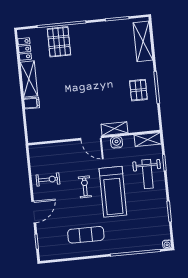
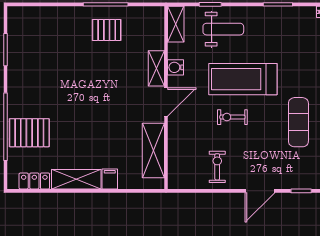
shelving: (143, 41) -> (153, 150), moved, turned 90
treadmill: (113, 192) -> (243, 79), turned 180
door: (34, 212) -> (260, 191), swing flipped

